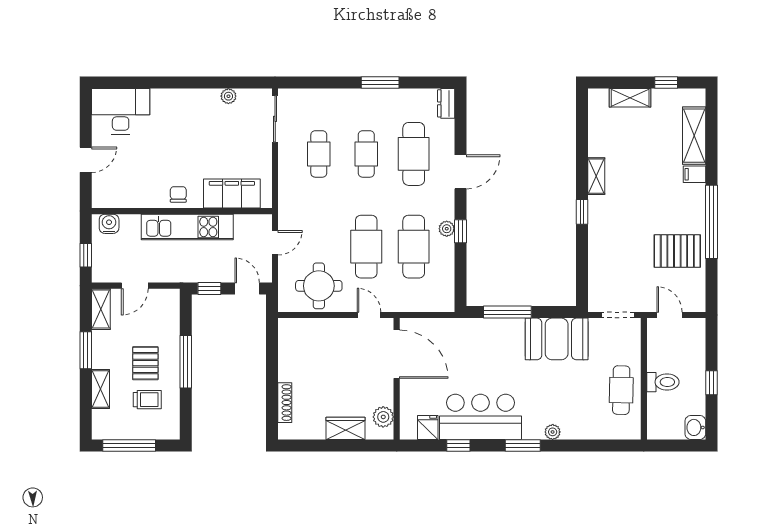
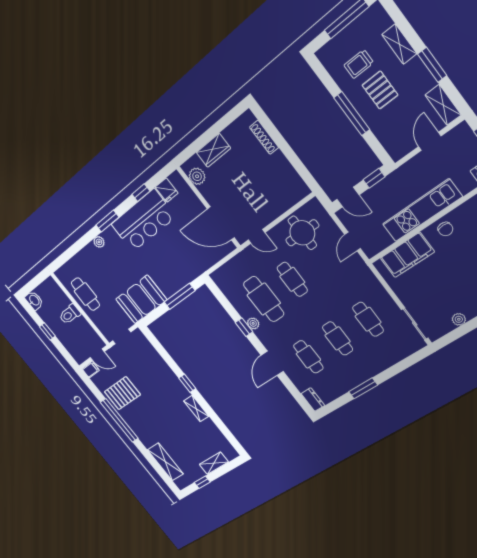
cafe table: (414, 154) -> (308, 357), width x0.73, depth x0.74
filing cabinet: (694, 174) -> (91, 370), moved
cafe table: (366, 247) -> (292, 279), width x0.73, depth x0.74

